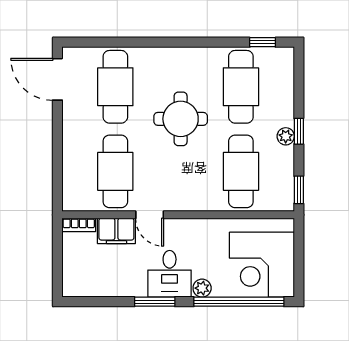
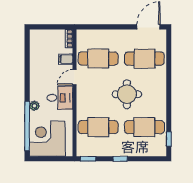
plant: (286, 136) -> (117, 152), removed
filing cabinet: (116, 231) -> (66, 59), width x0.50
desk: (170, 274) -> (60, 98), moved, turned 180
window: (155, 302) -> (27, 80), removed

